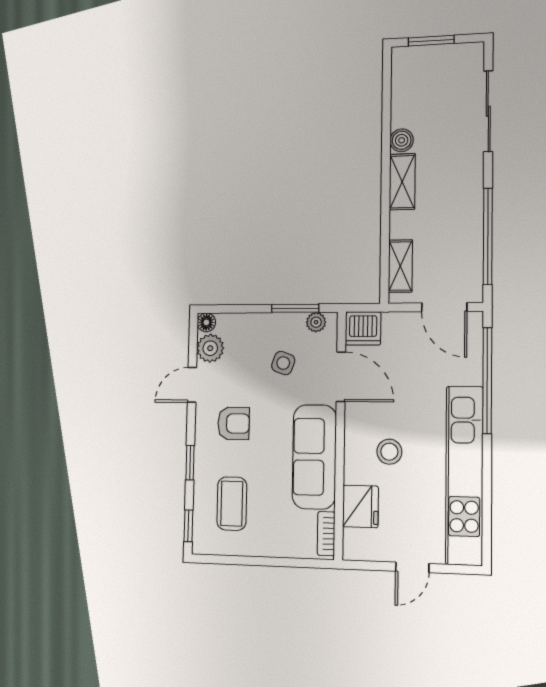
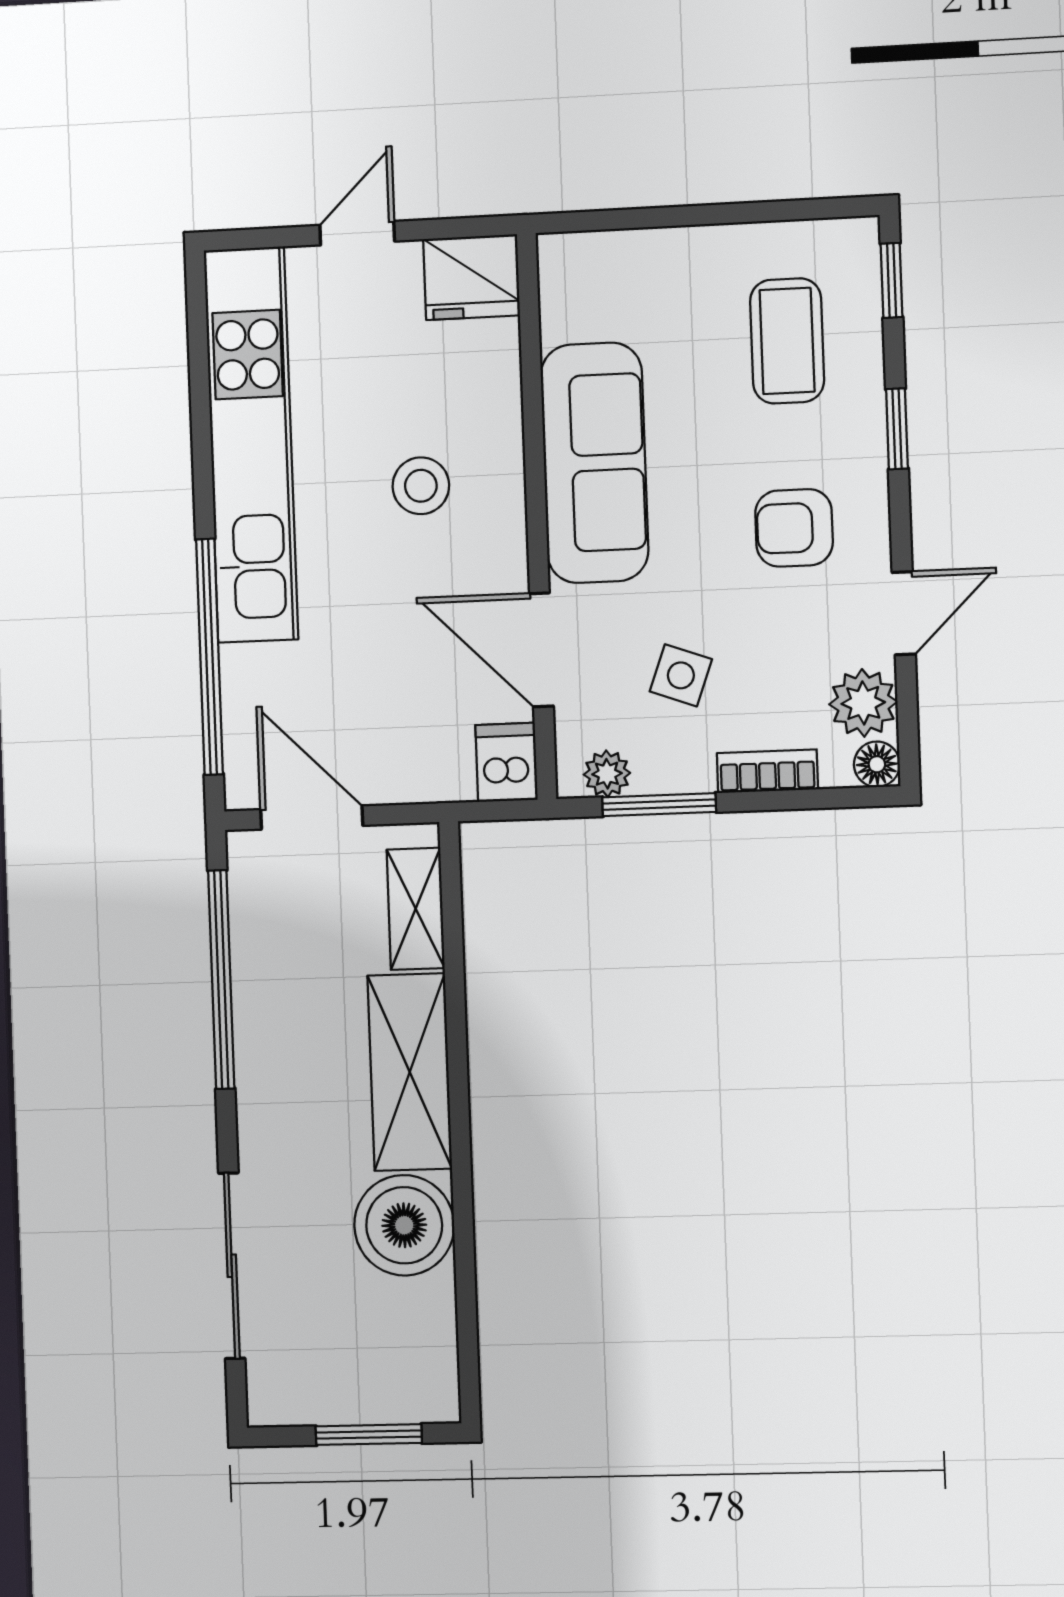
boiler: (402, 140) -> (404, 1225), width x1.86, depth x1.86
shelving: (402, 182) -> (410, 1072), width x1.50, depth x1.33
dishwasher: (363, 328) -> (506, 762), width x0.73
fridge: (360, 506) -> (471, 277), moved, turned -90
bookcase: (326, 534) -> (767, 771), moved, turned -90

